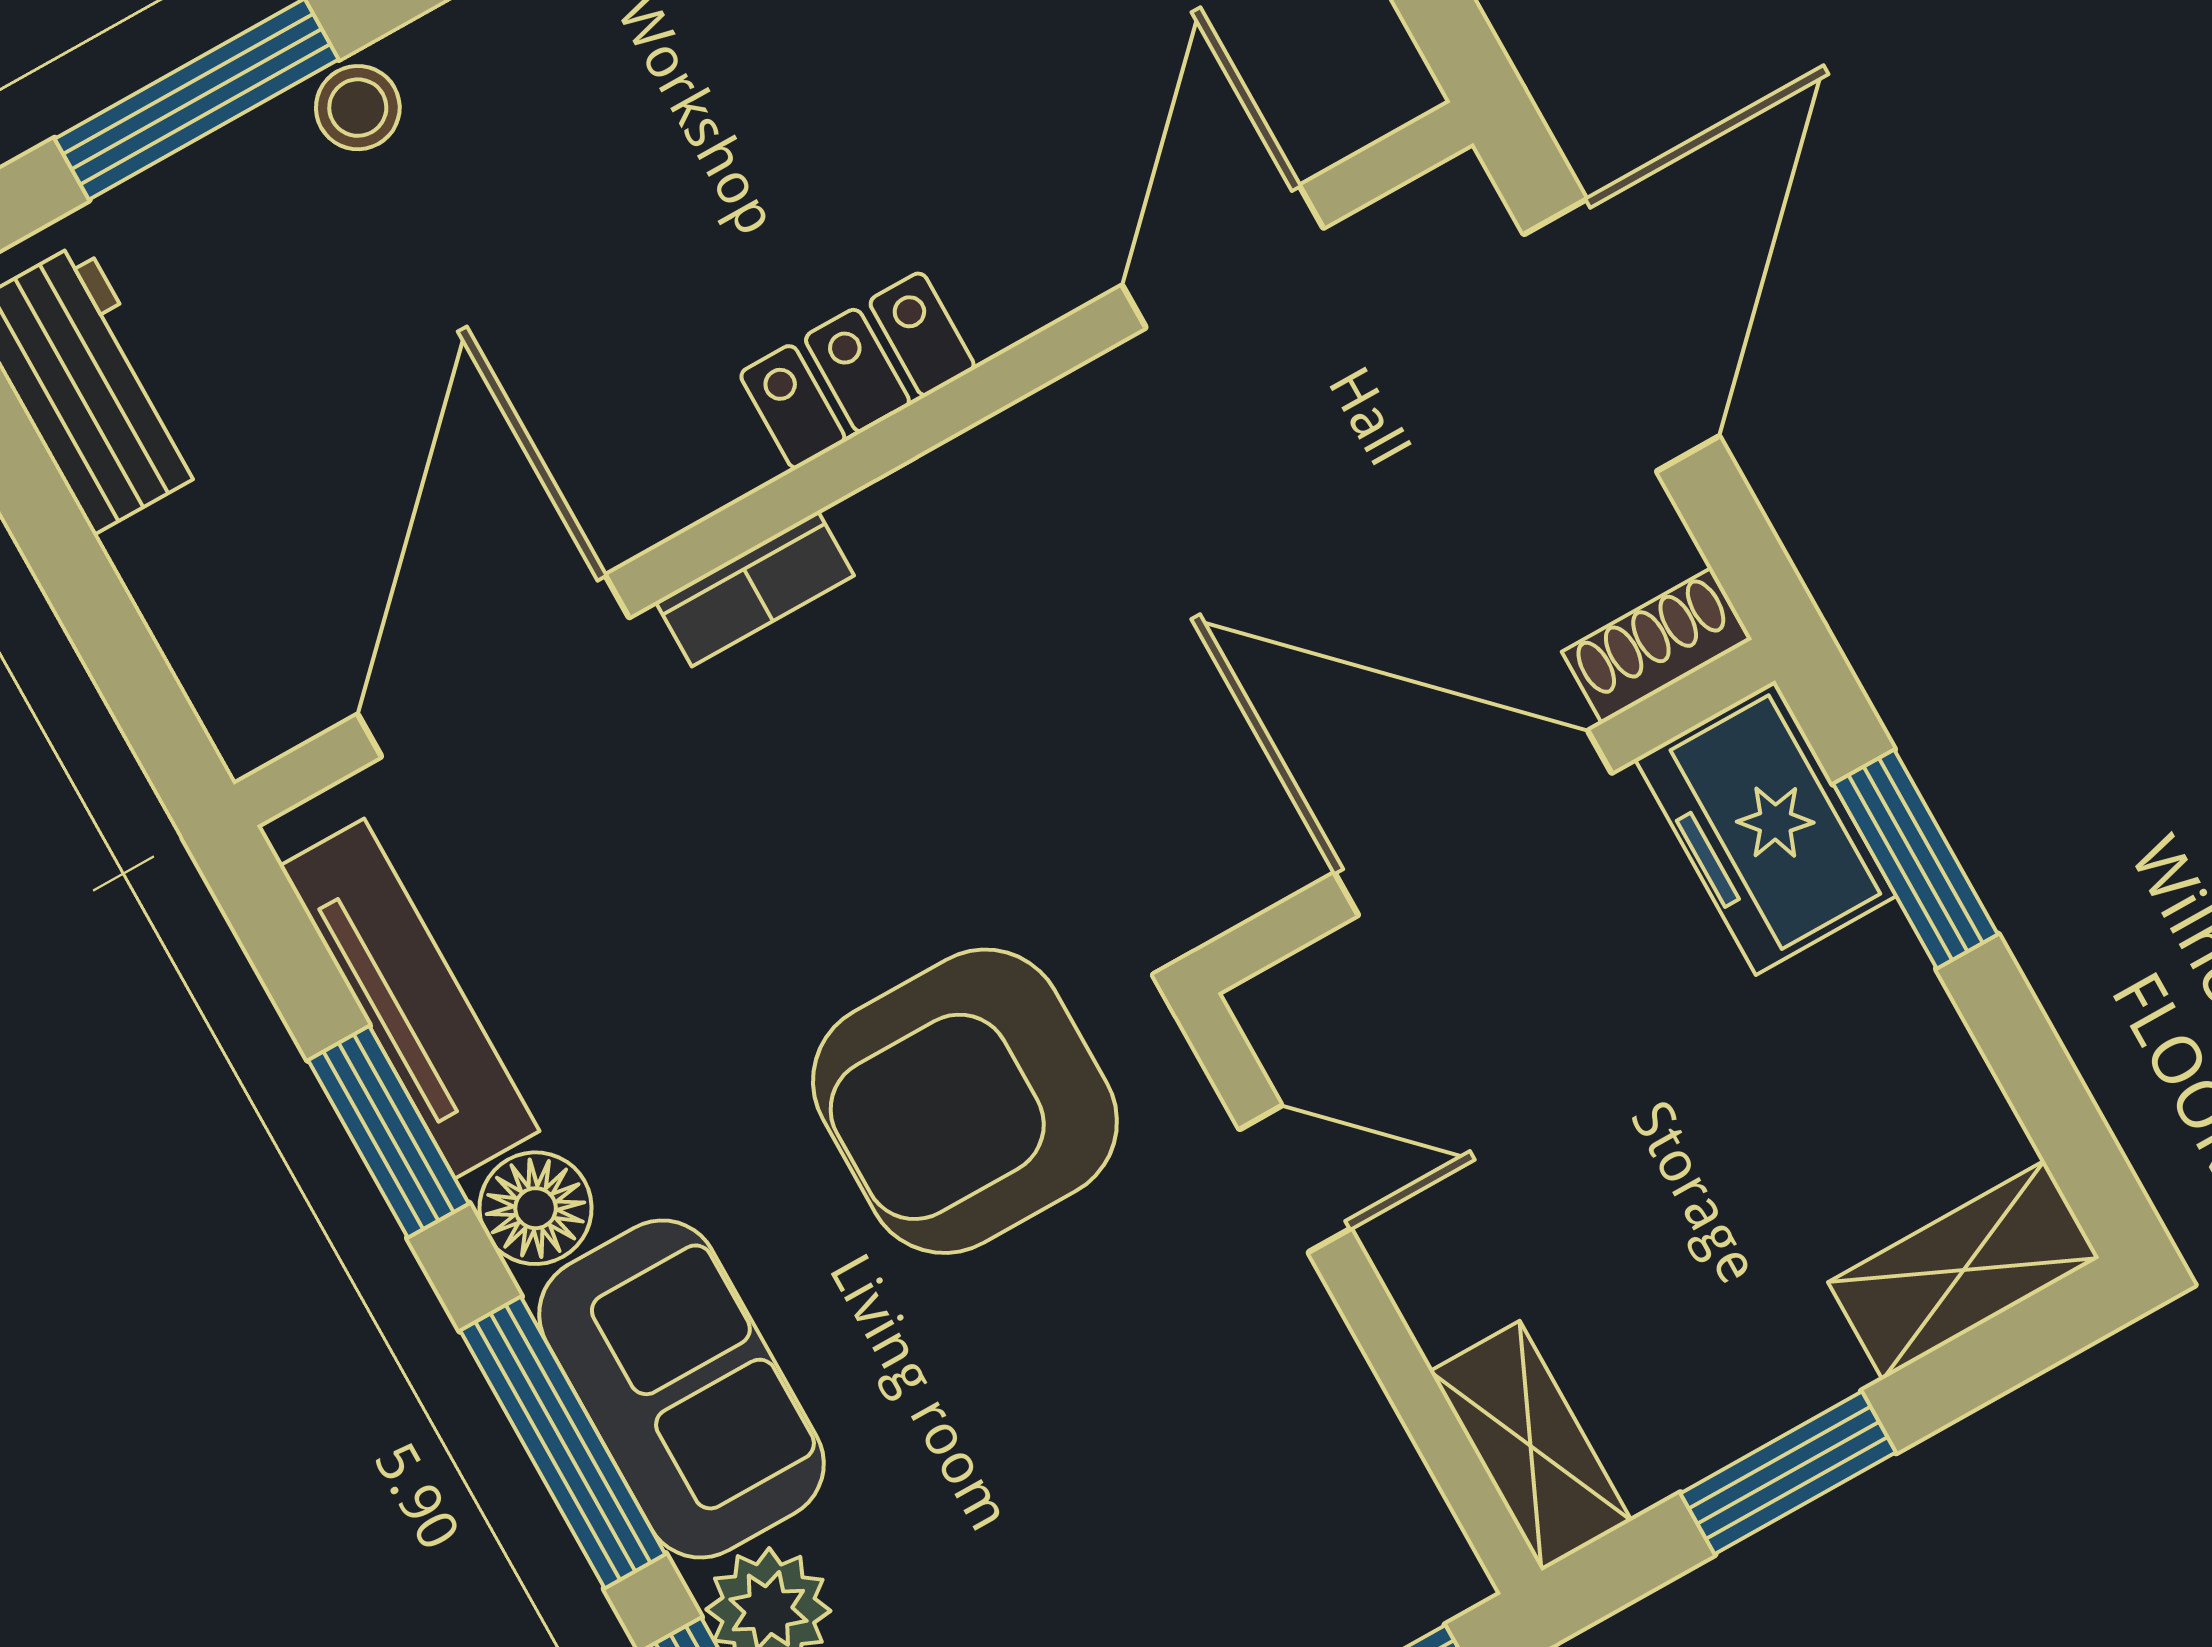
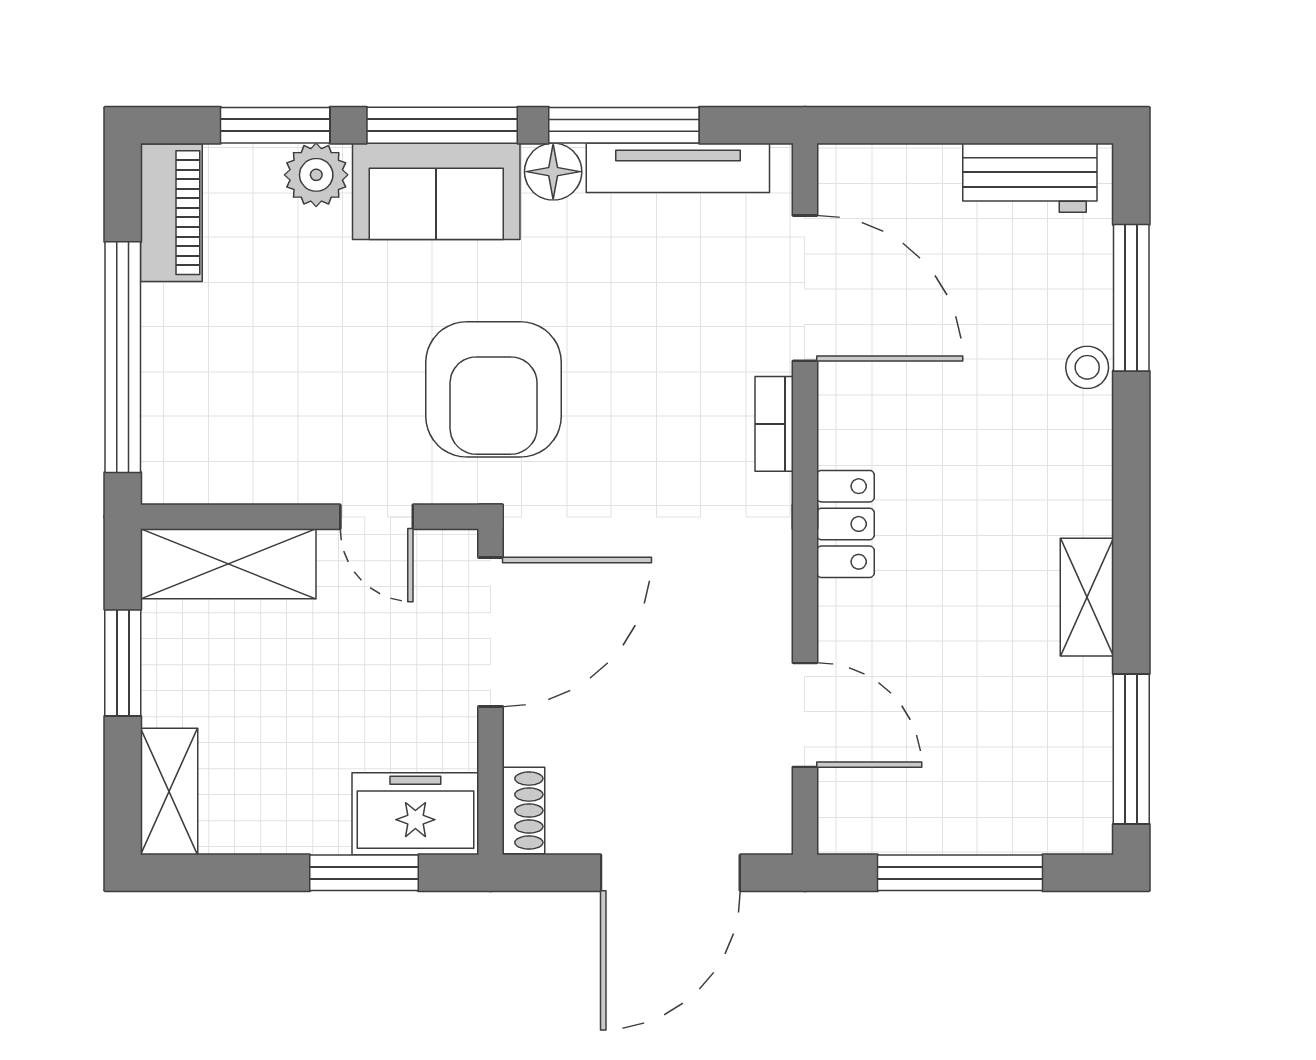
door: (1622, 335) -> (670, 873), hinge flipped
door: (1473, 823) -> (491, 632), moved
armchair: (965, 1101) -> (494, 389), turned 180
window: (388, 1132) -> (624, 125), width x1.44
door: (1295, 1179) -> (377, 517), hinge flipped
shelving: (1531, 1446) -> (228, 564), width x1.50, depth x1.33

